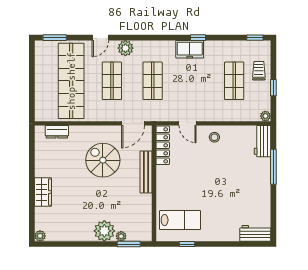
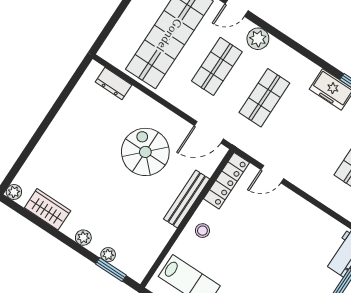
door: (187, 123) -> (272, 174), hinge flipped
stool: (214, 137) -> (202, 231), moved
wardrobe: (43, 192) -> (48, 209), moved, turned -90
plant: (104, 231) -> (83, 238), width x0.53, depth x0.53

